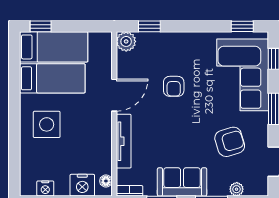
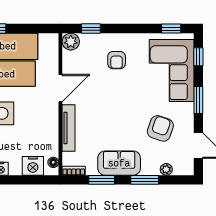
armchair: (174, 86) -> (117, 60), moved
armchair: (230, 142) -> (160, 128), turned -54

